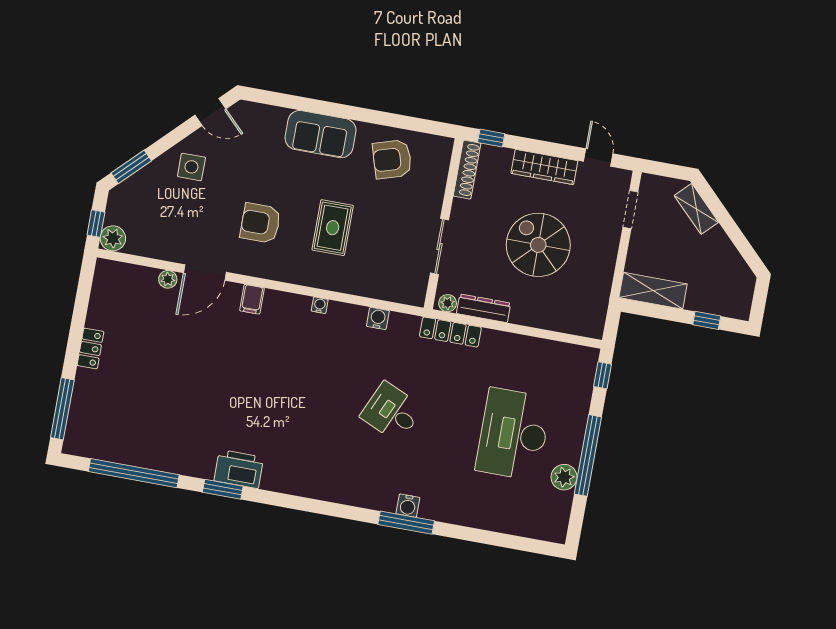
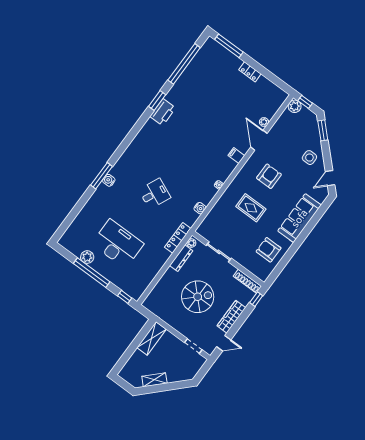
sofa: (321, 134) -> (299, 218), width x1.36
armchair: (392, 159) -> (269, 250), turned -73
shelving: (696, 209) -> (154, 380), moved
window: (707, 320) -> (126, 356), removed

